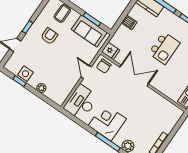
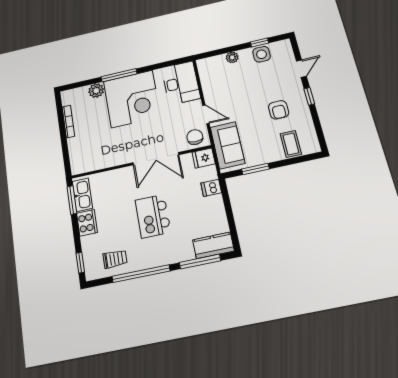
dishwasher: (129, 22) -> (211, 188), moved
sofa: (89, 31) -> (227, 145), moved, turned 90
corner desk: (107, 122) -> (132, 99), width x1.36, depth x1.36

